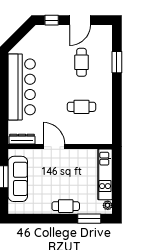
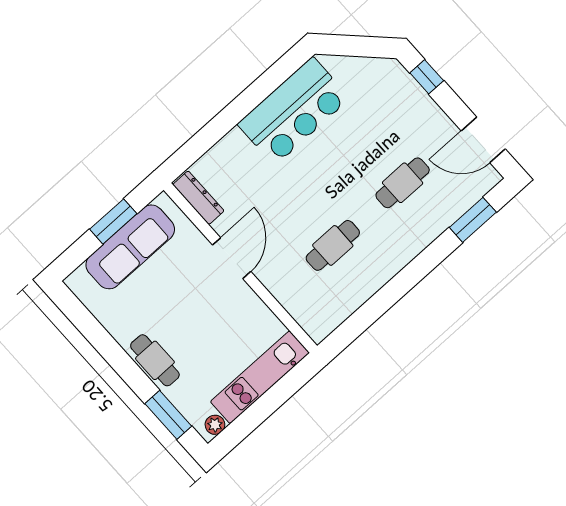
door: (80, 20) -> (483, 140), moved
window: (117, 62) -> (473, 220), moved
bar counter: (22, 87) -> (294, 111), width x0.73
cafe table: (82, 107) -> (333, 245), turned 90

